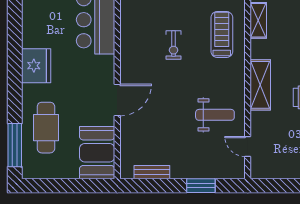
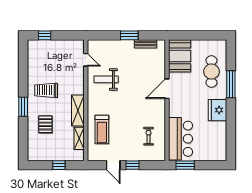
exercise bike: (174, 45) -> (148, 136), moved
shelving: (260, 85) -> (78, 111), moved
window: (15, 145) -> (231, 84), moved
window: (201, 186) -> (129, 35), moved

